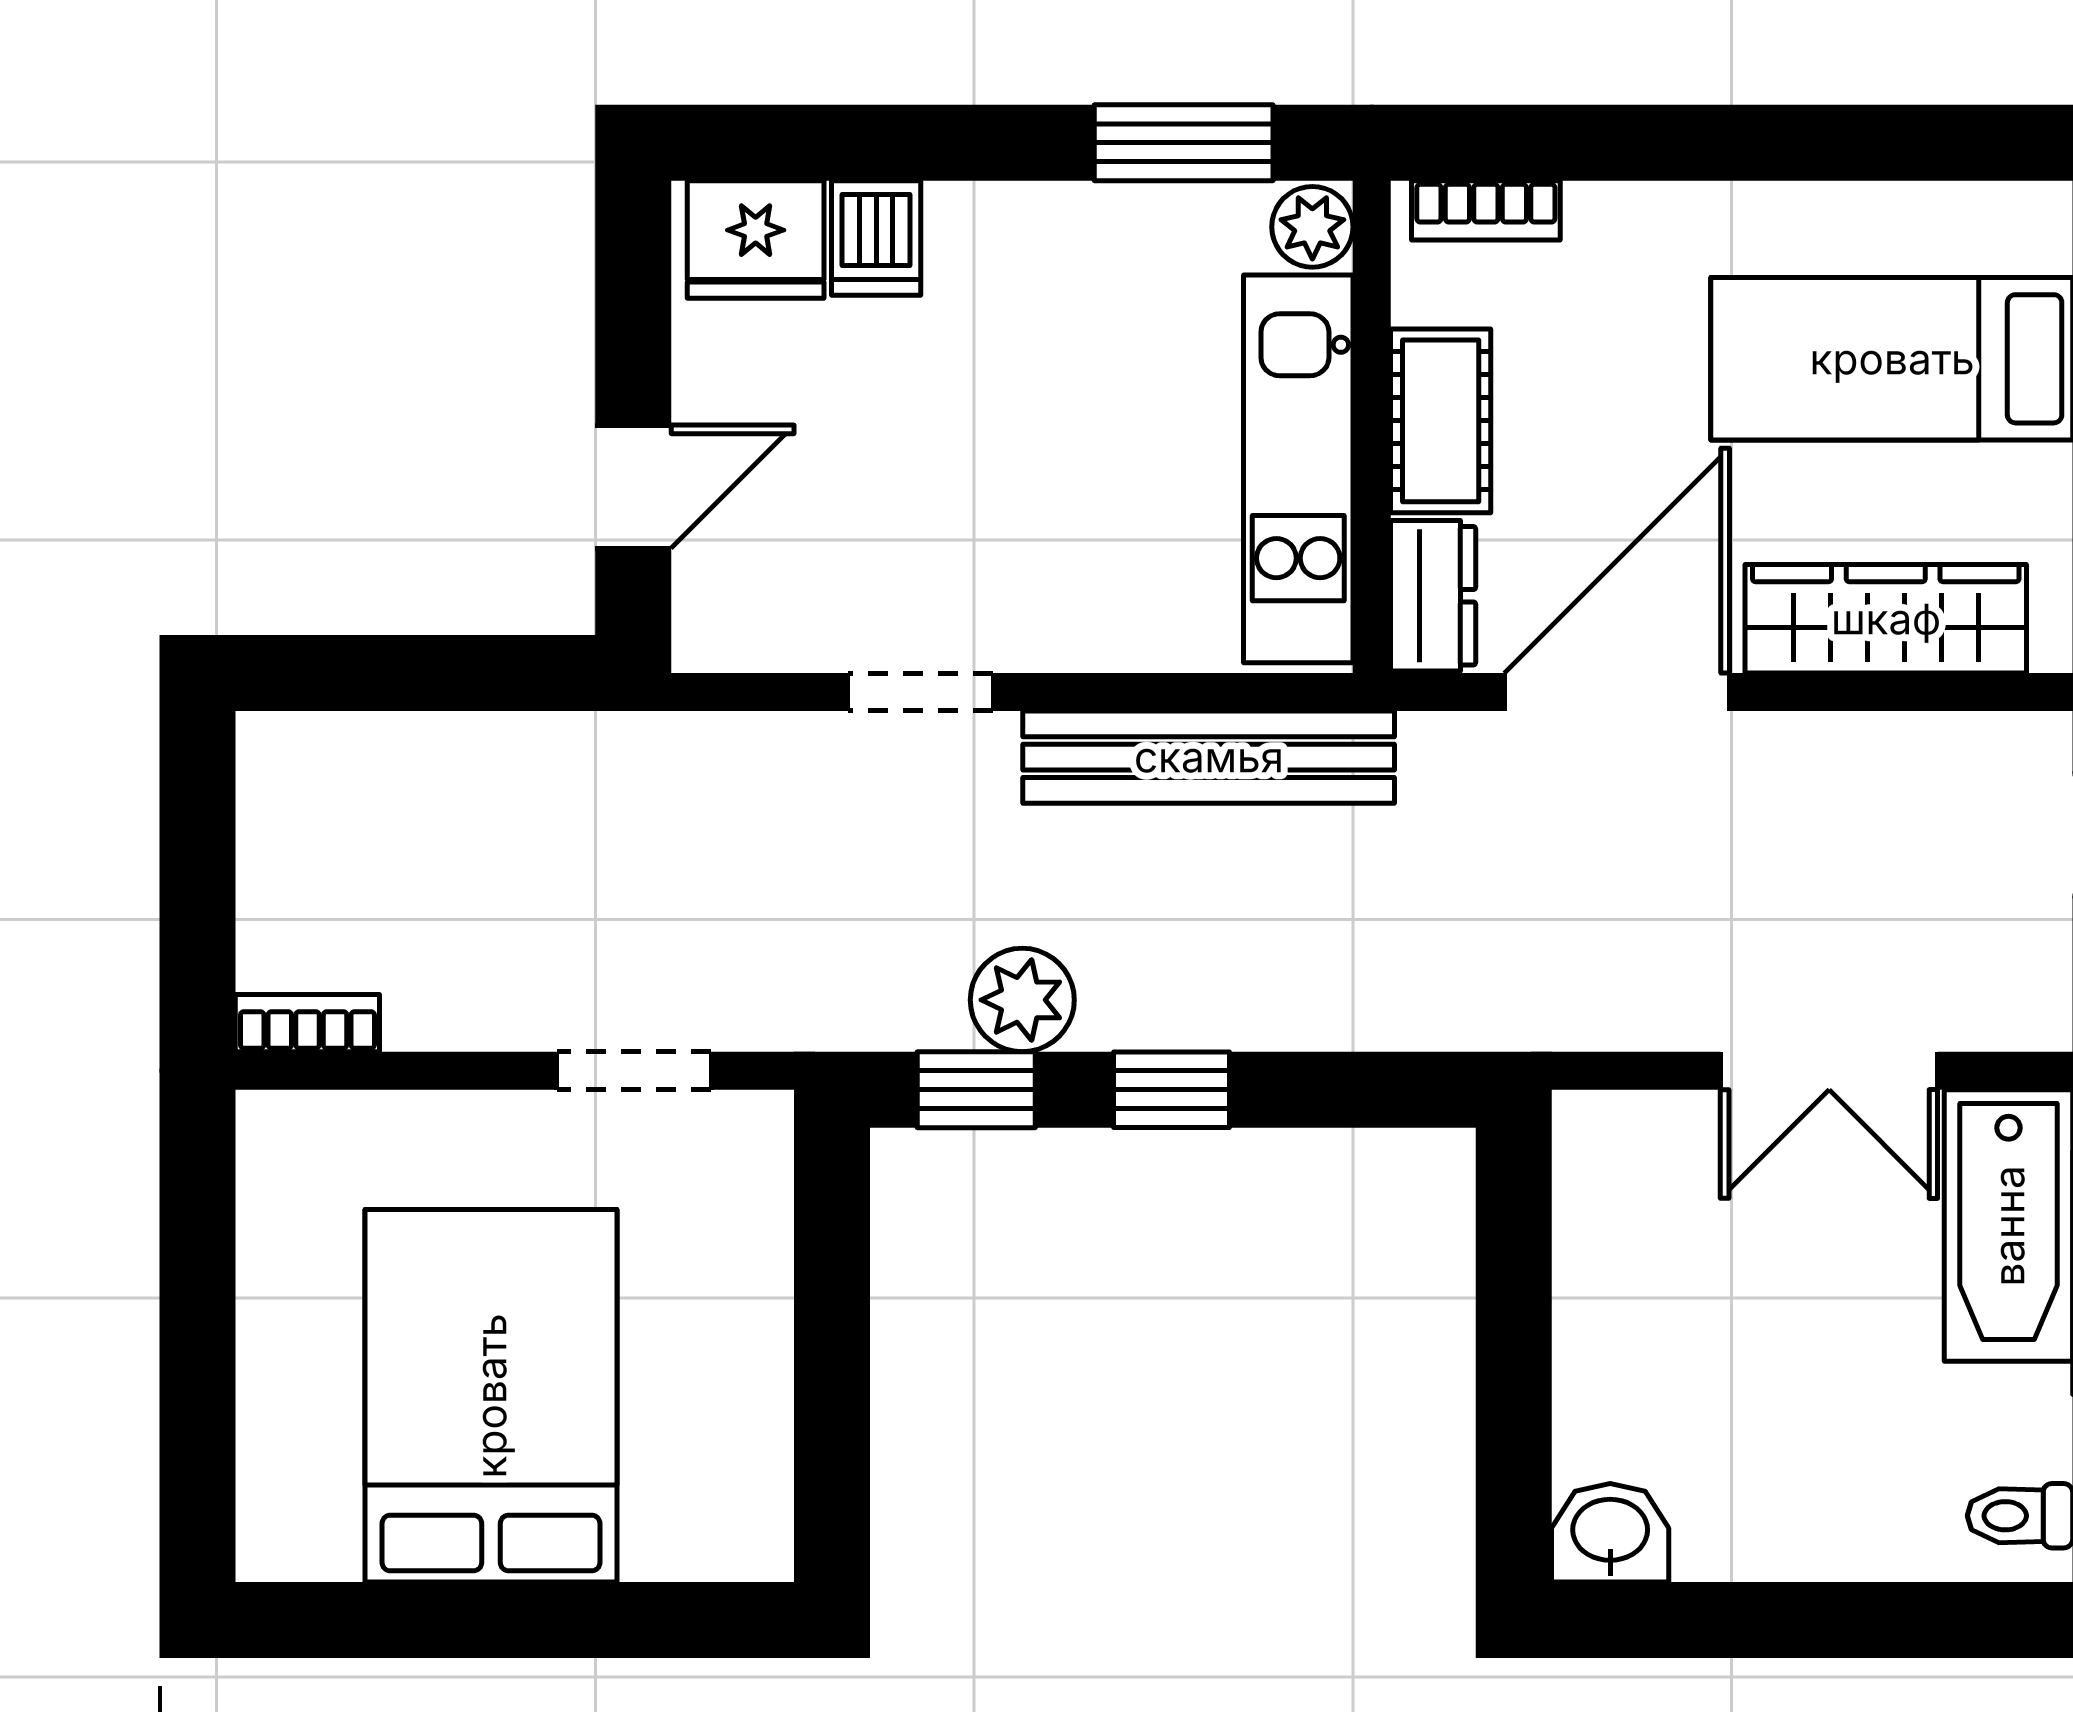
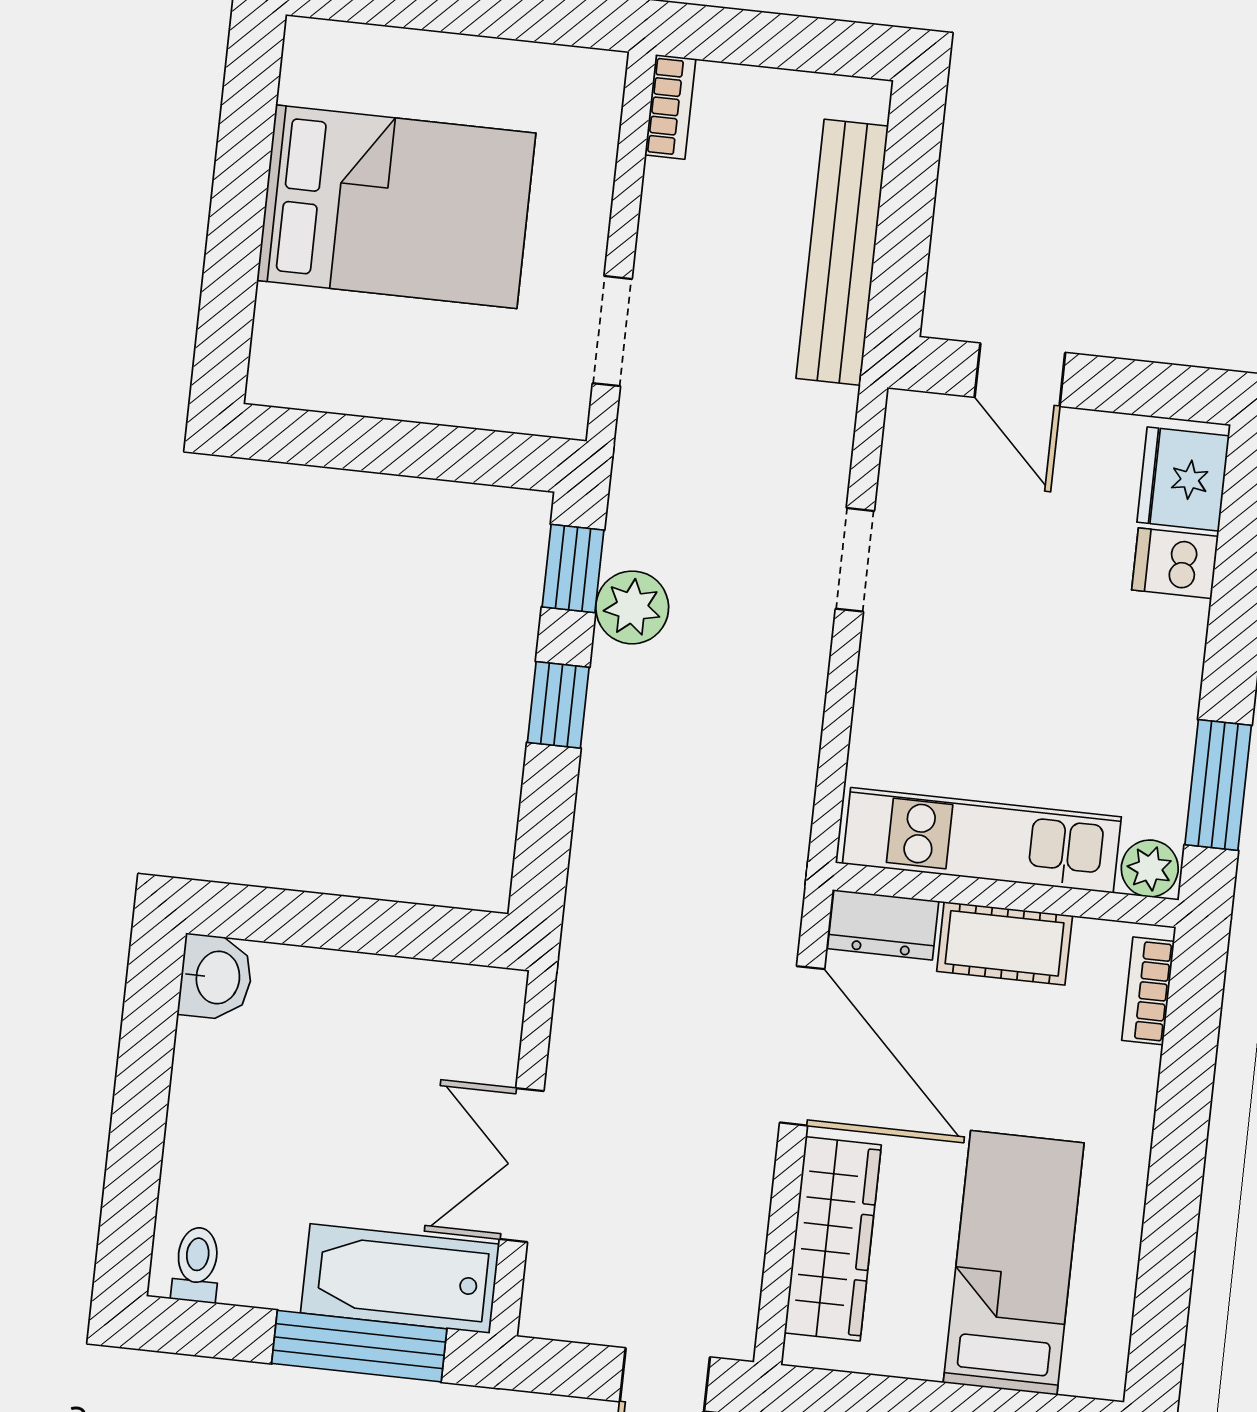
bench: (1209, 757) -> (842, 252), moved

